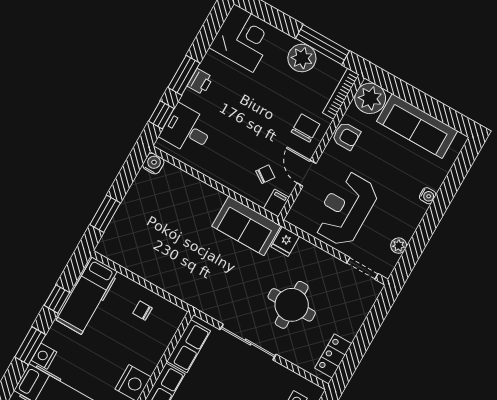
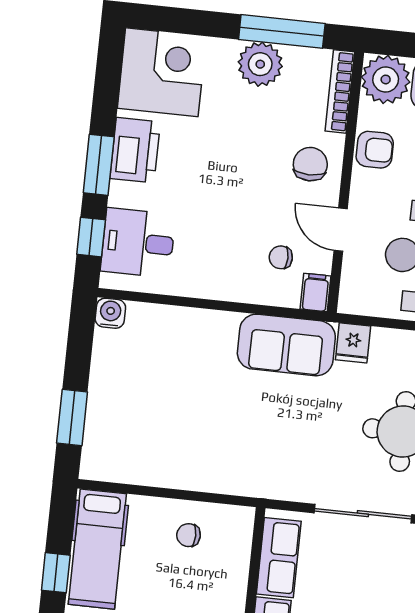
printer: (200, 82) -> (135, 150), width x1.87, depth x1.48
chair: (265, 174) -> (281, 257), turned -125

